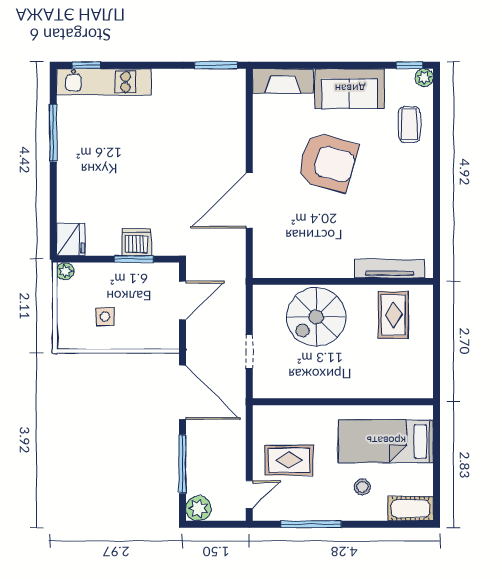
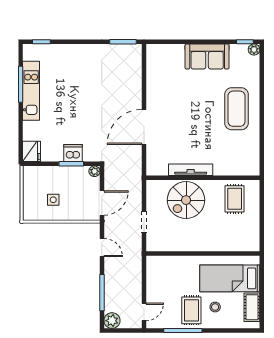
fireplace: (283, 81) -> (165, 52), removed
kitchen unit: (104, 82) -> (31, 91), moved, turned -90
coffee table: (409, 125) -> (236, 109), moved, width x1.86, depth x1.72
armchair: (328, 162) -> (193, 103), removed
tv unit: (390, 269) -> (191, 170), moved
plant: (65, 271) -> (94, 171), moved
door: (182, 300) -> (102, 203), moved
door: (182, 392) -> (102, 248), width x0.53
rug: (289, 460) -> (191, 310), moved, turned 90
cot: (410, 509) -> (252, 307), moved, turned 90

